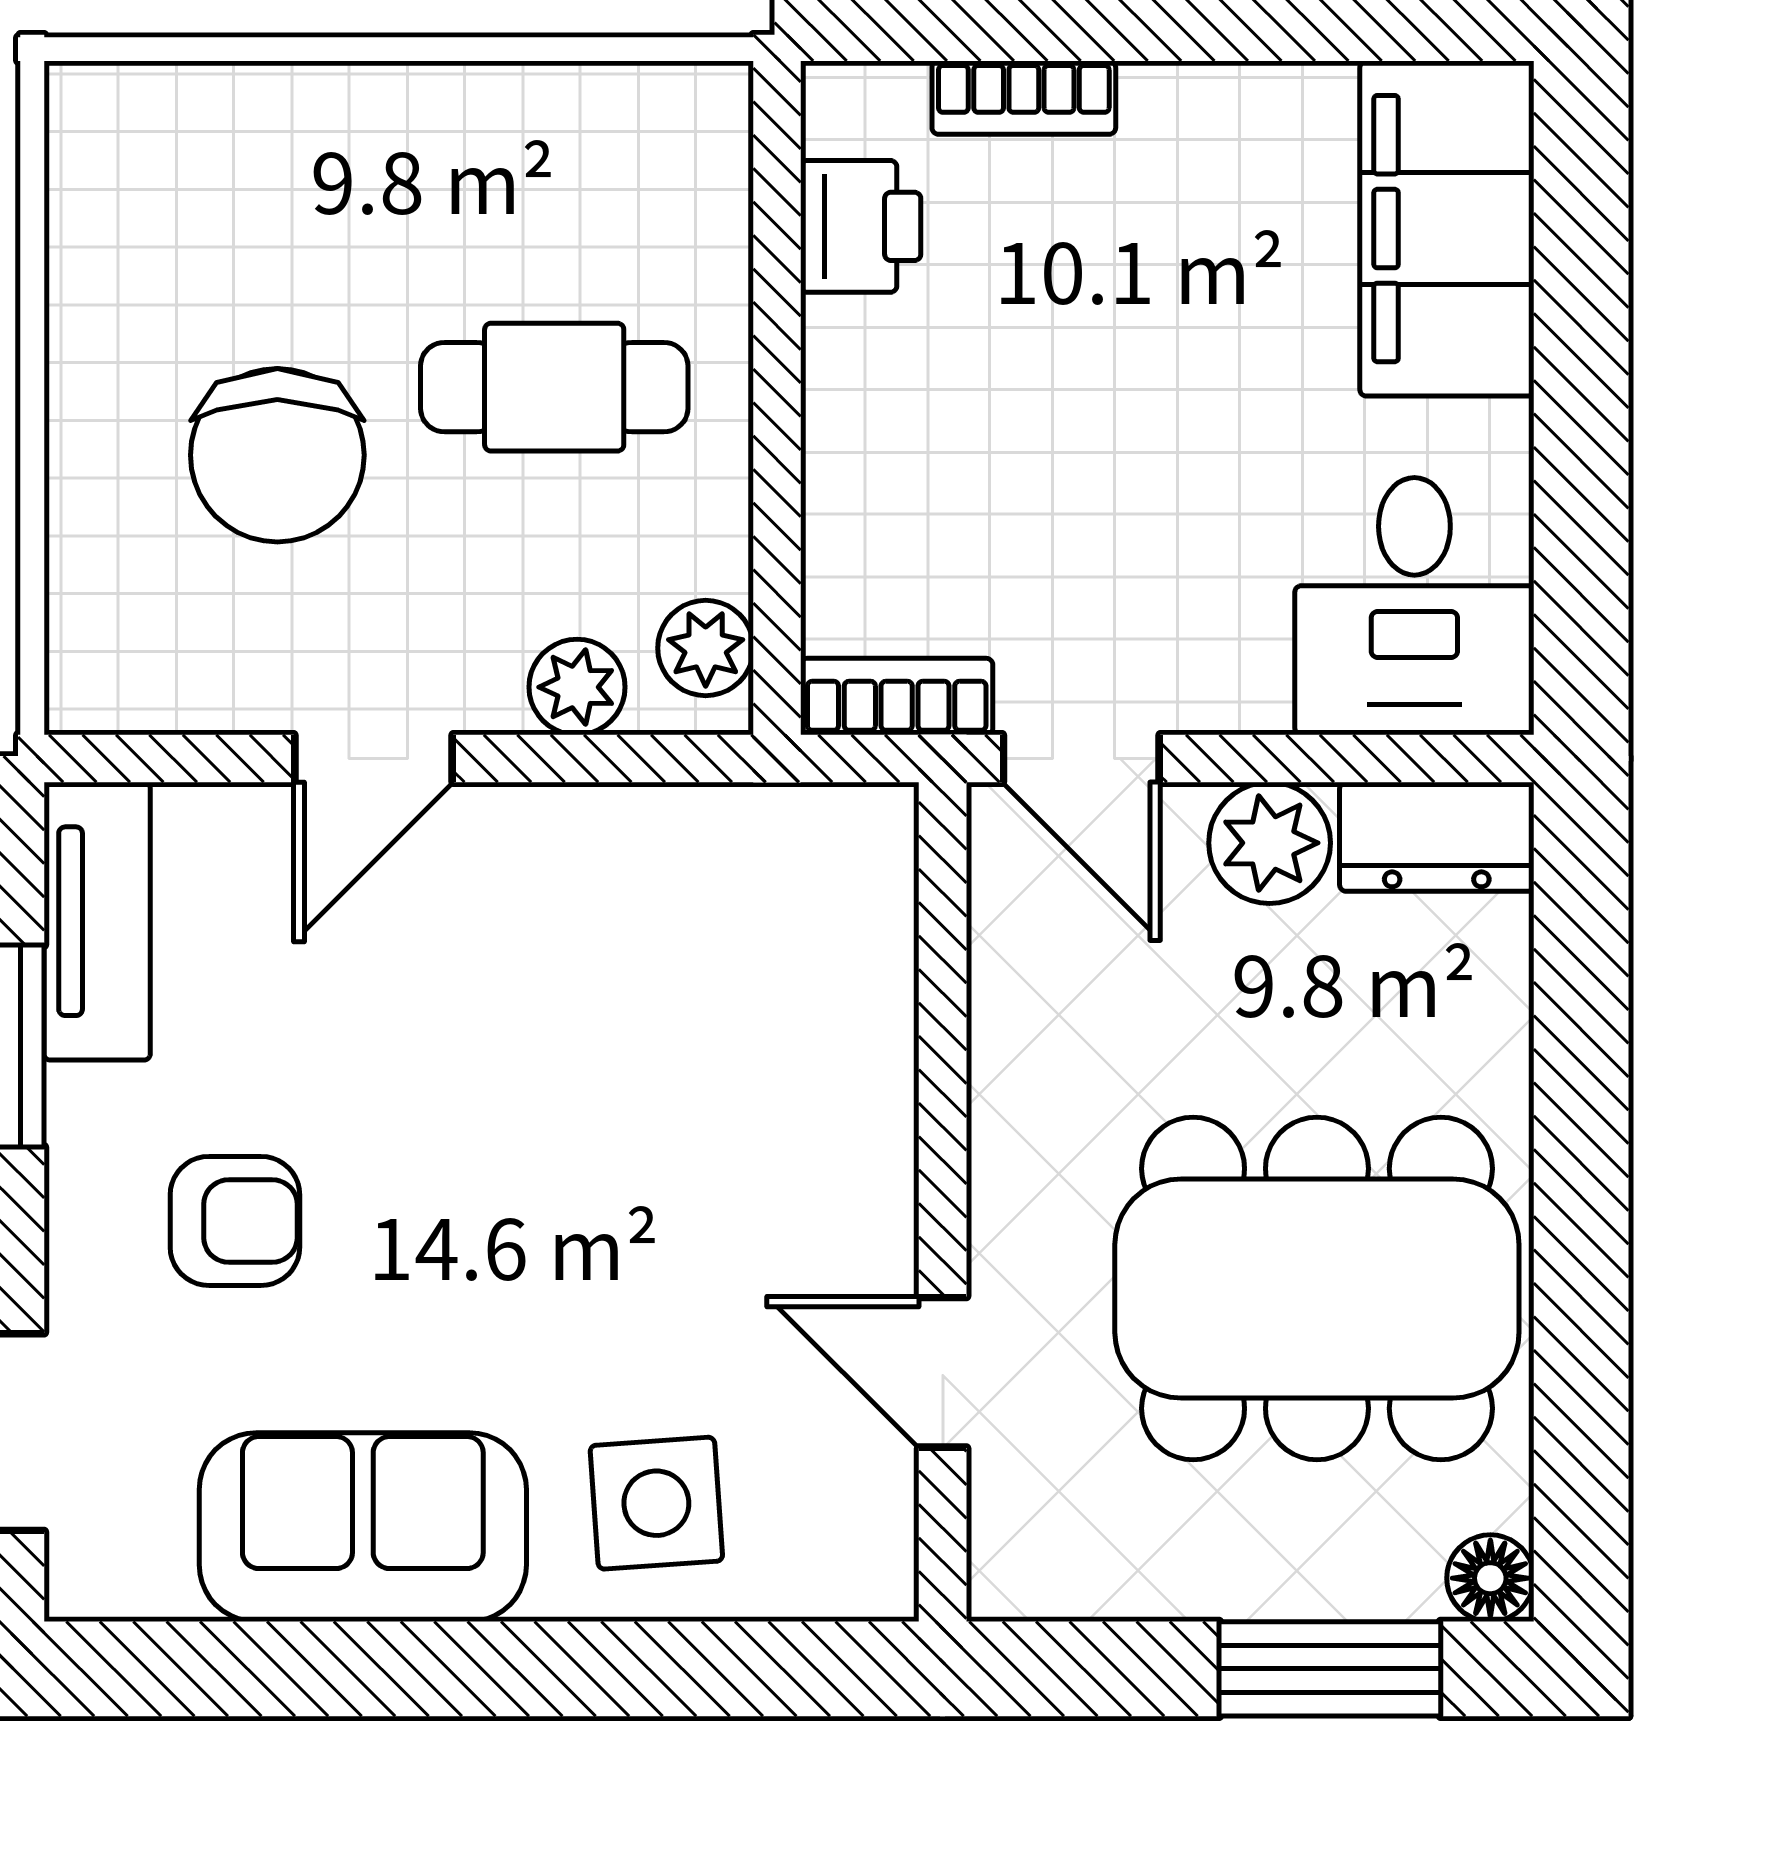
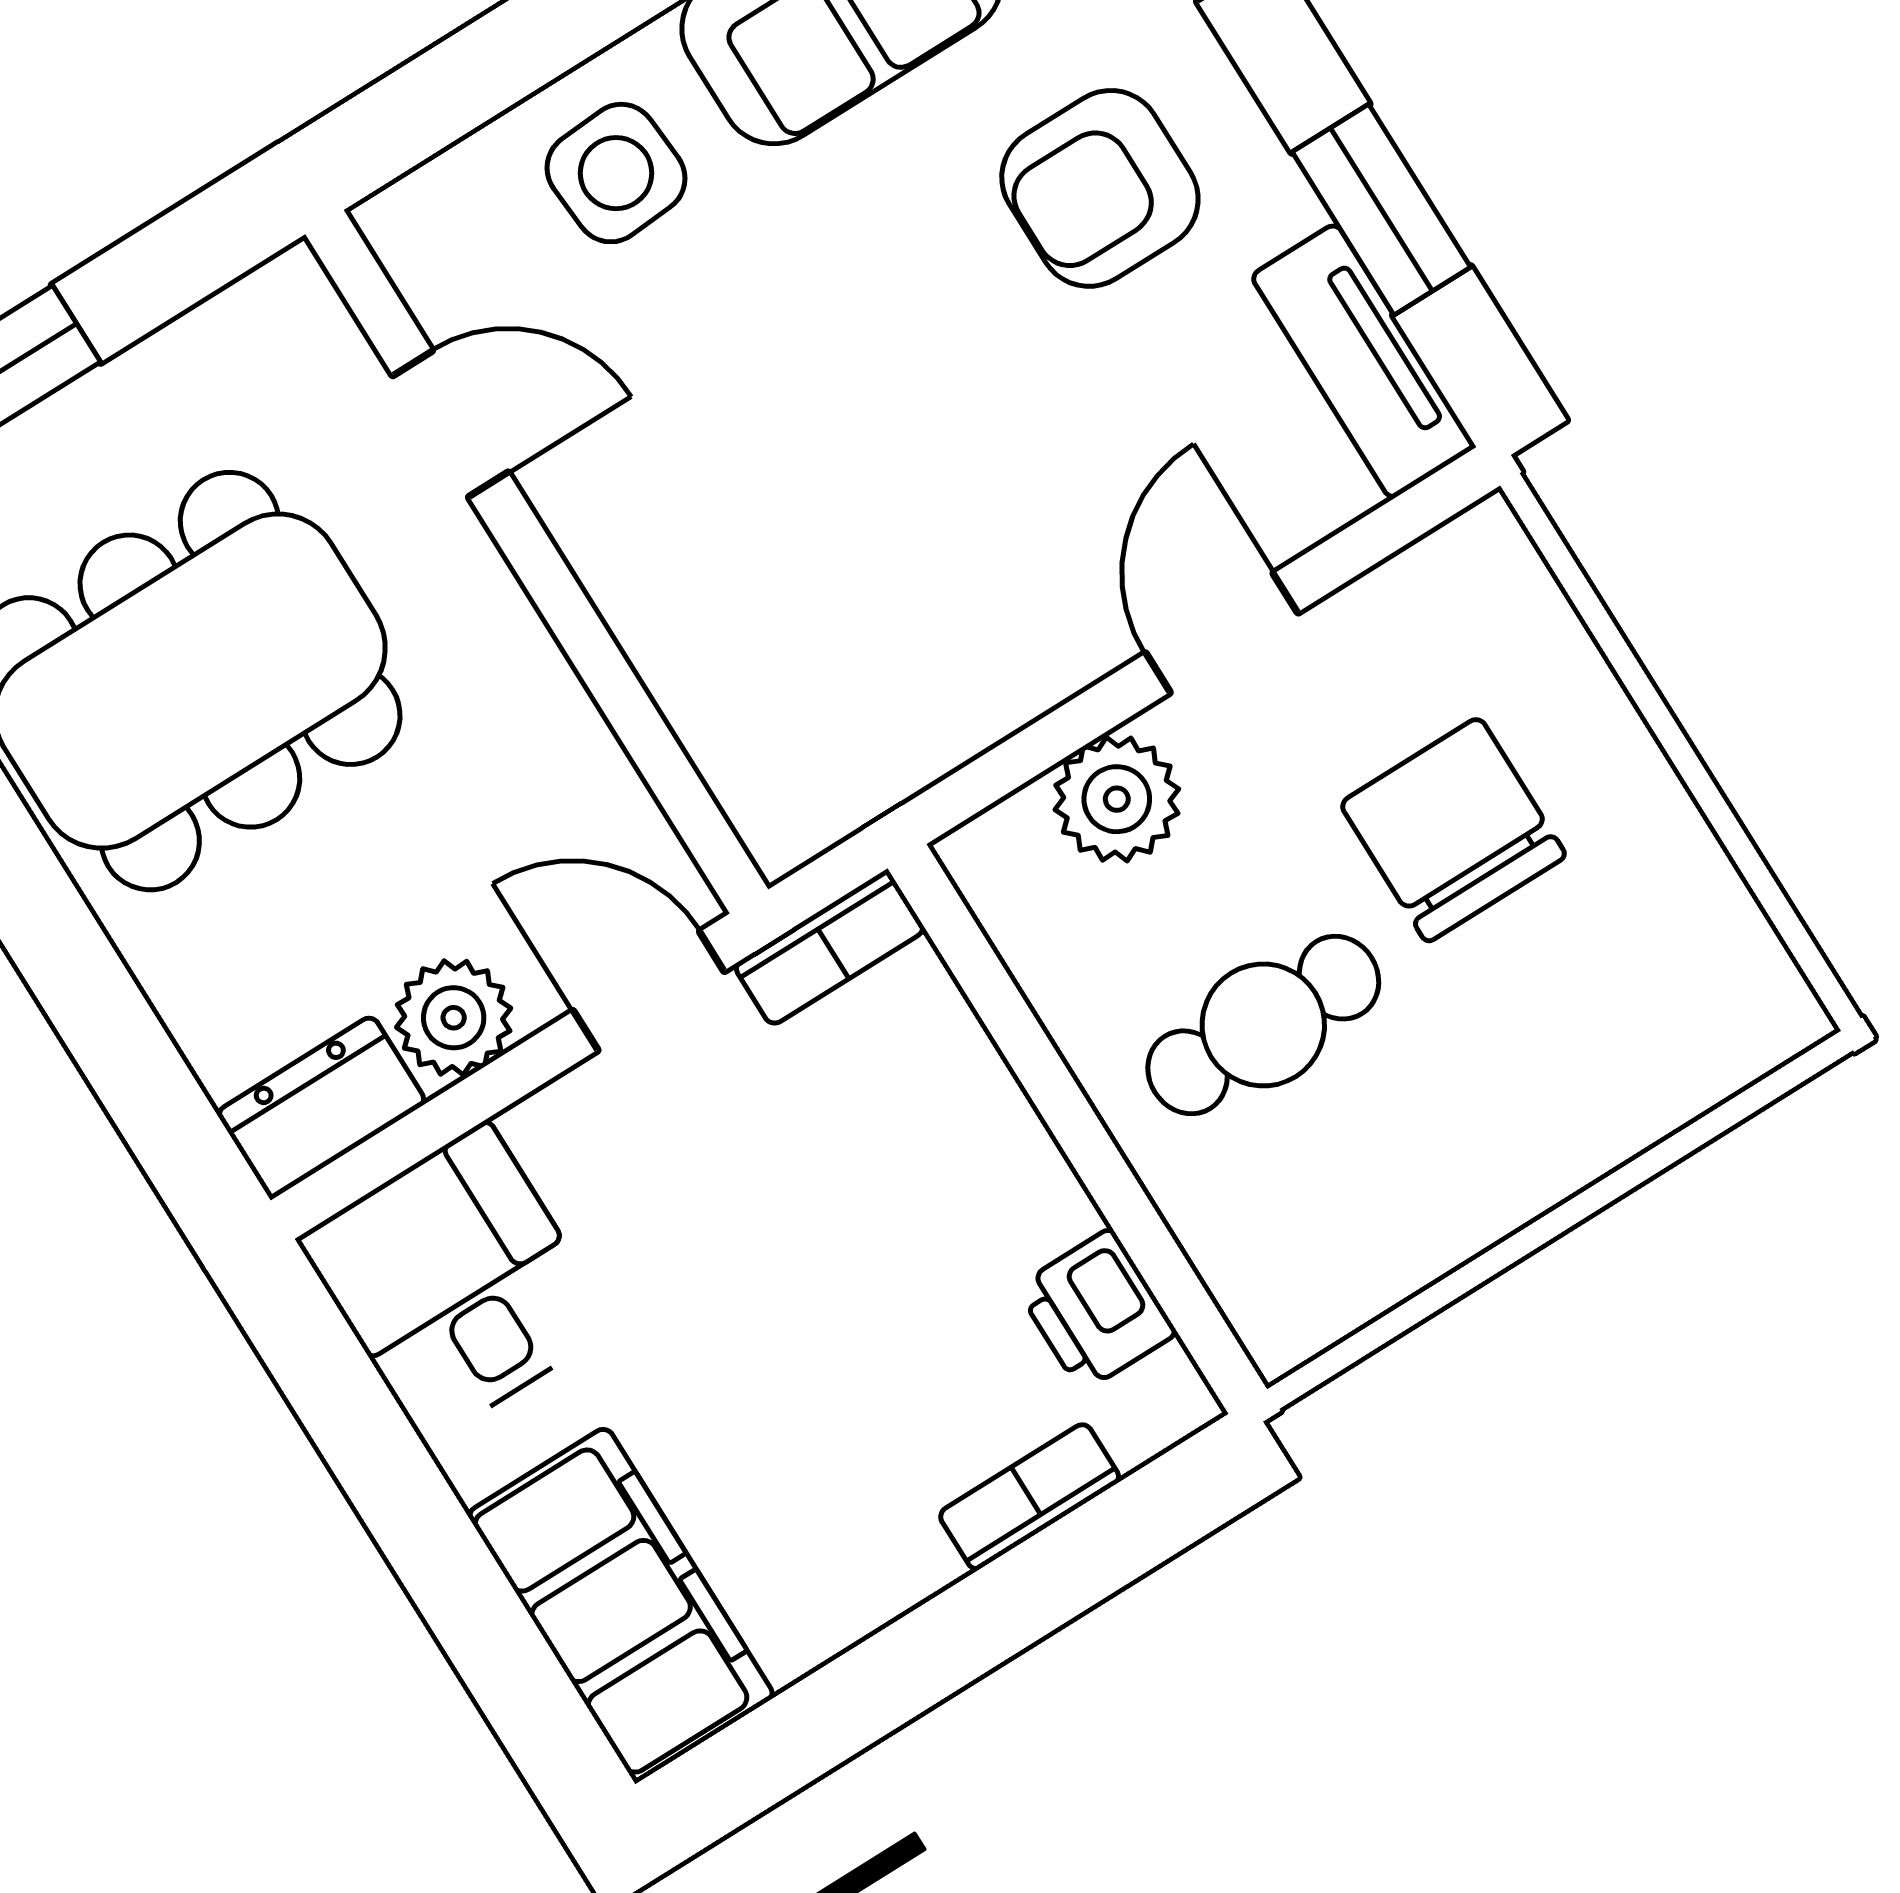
plant: (706, 648) -> (1009, 890), removed
plant: (577, 687) -> (1117, 799), width x1.38, depth x1.38
armchair: (235, 1221) -> (1100, 188), width x1.38, depth x1.38

